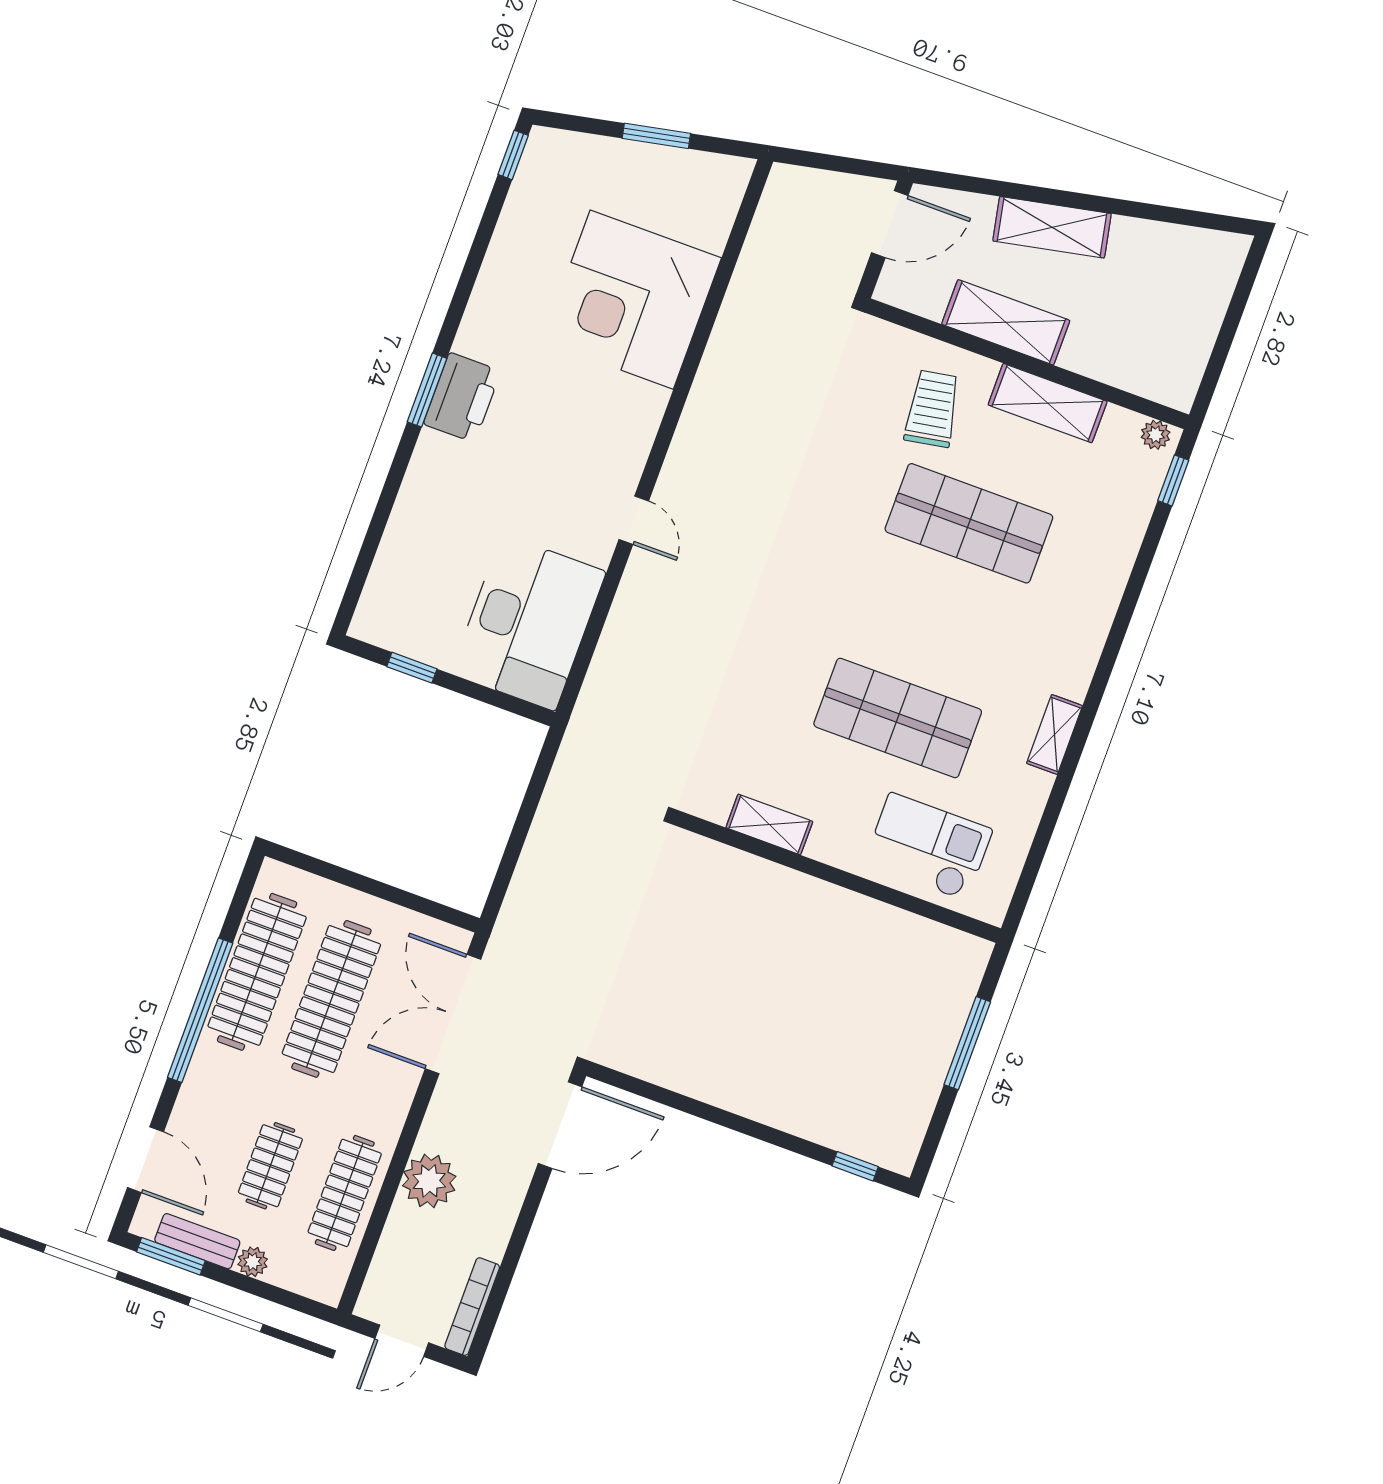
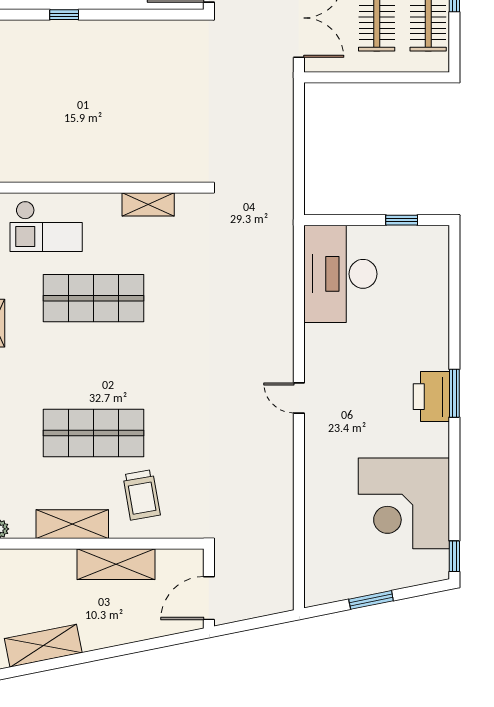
shelving: (1052, 227) -> (43, 646), moved
corner desk: (632, 300) -> (404, 503), moved, turned 180
door: (634, 520) -> (299, 398), moved
window: (855, 1166) -> (64, 15), moved

